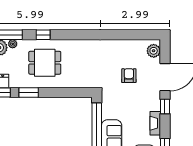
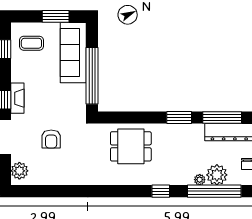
dining table: (45, 63) -> (131, 146), moved
fireplace: (155, 123) -> (17, 98), moved

